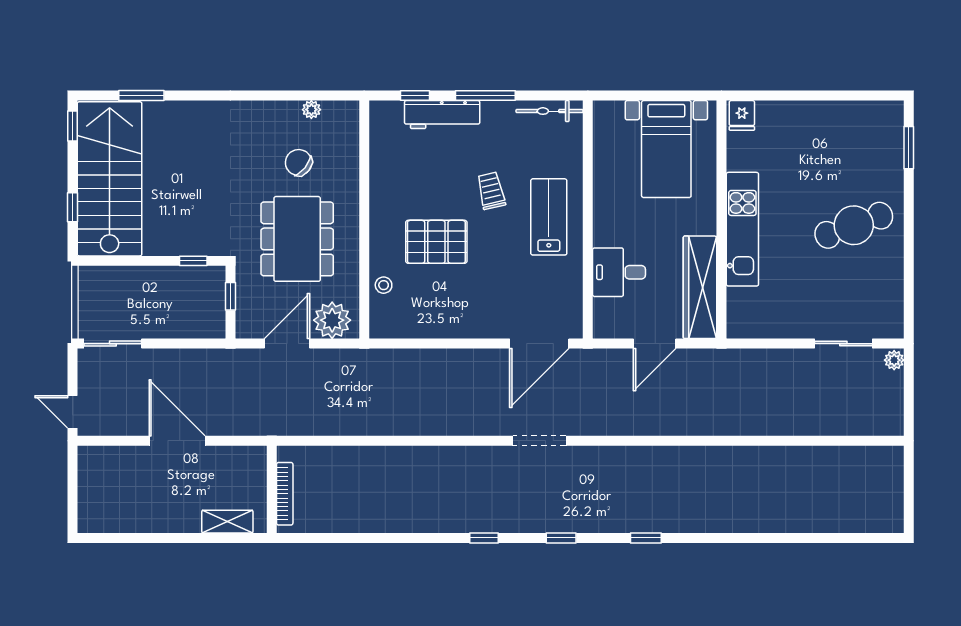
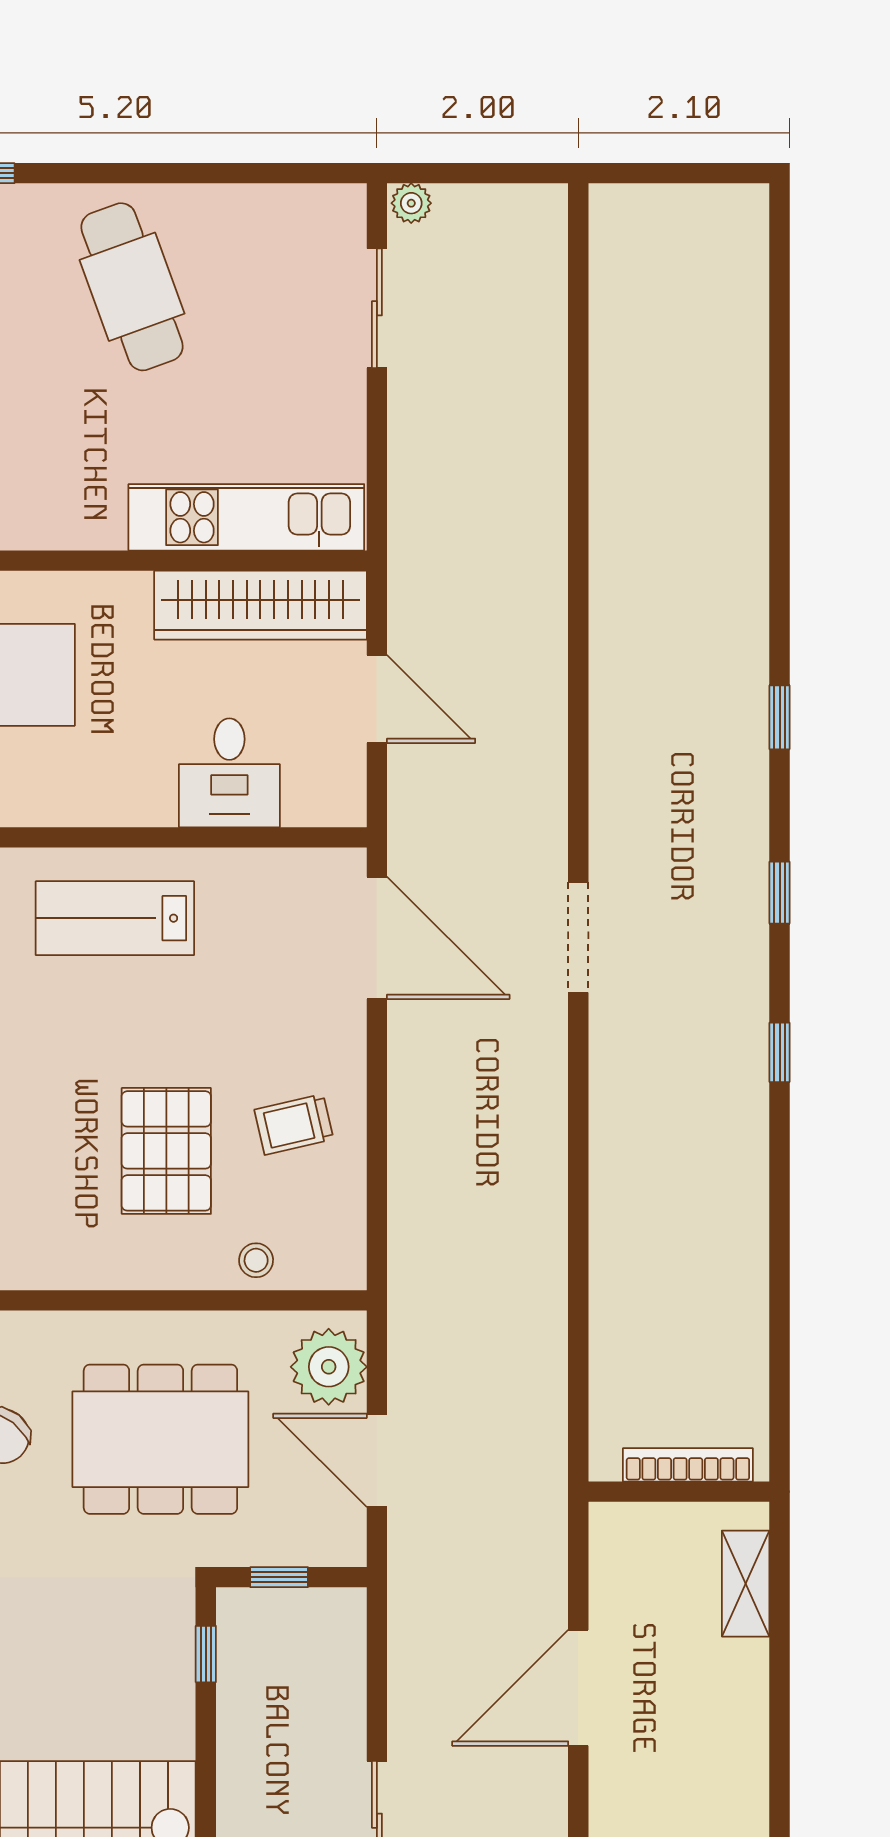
trolley: (491, 191) -> (294, 1124), moved
kitchen unit: (742, 229) -> (246, 517), moved

